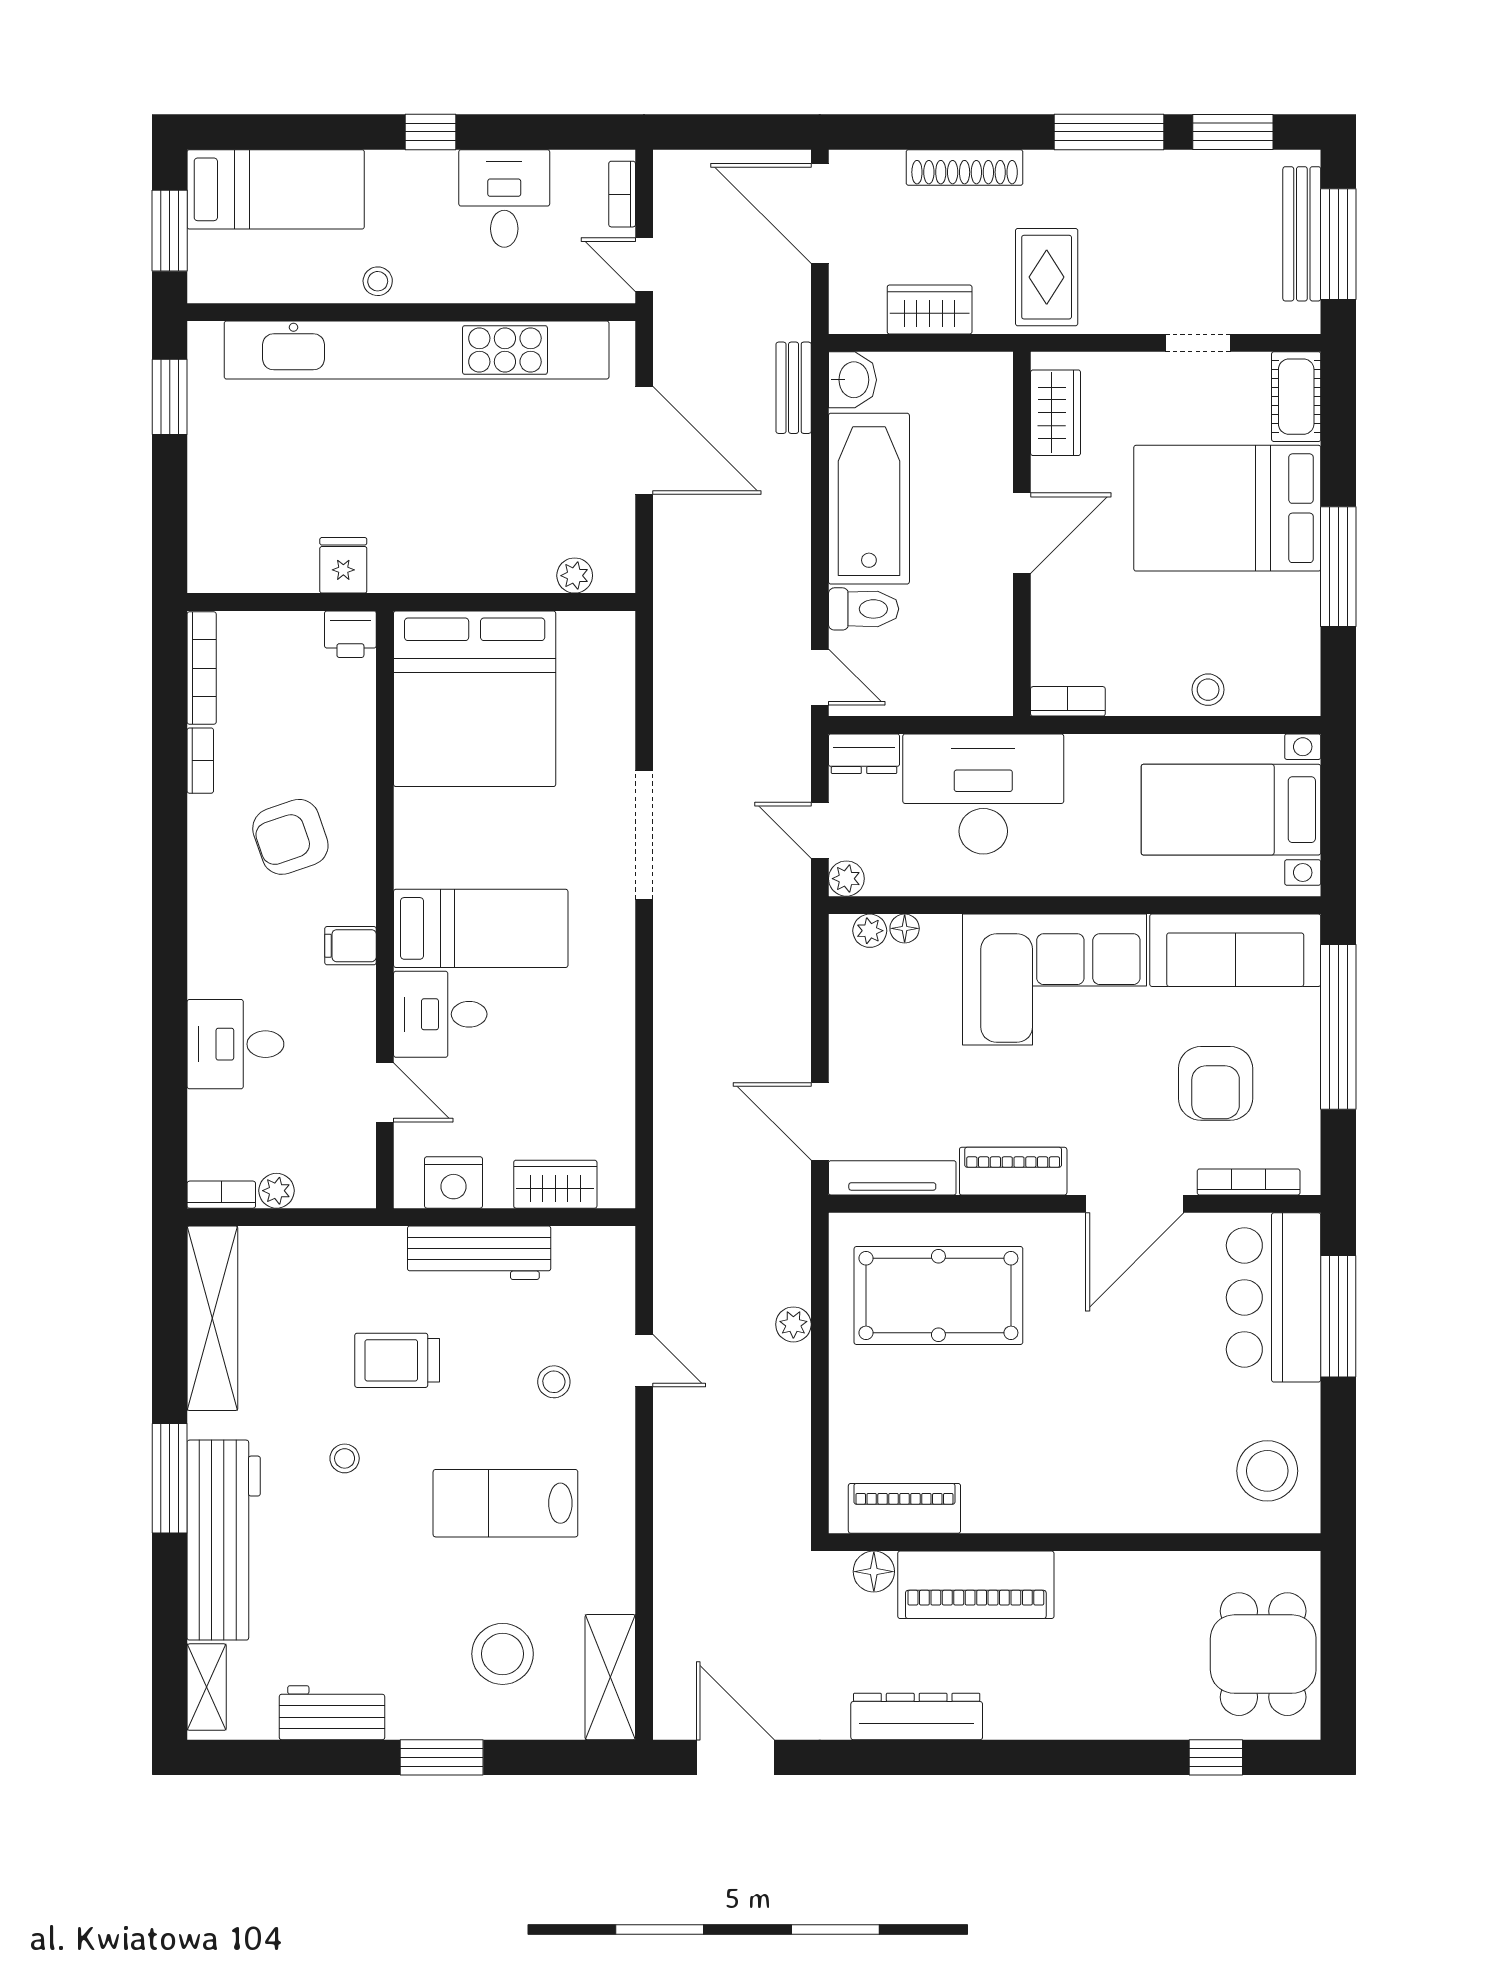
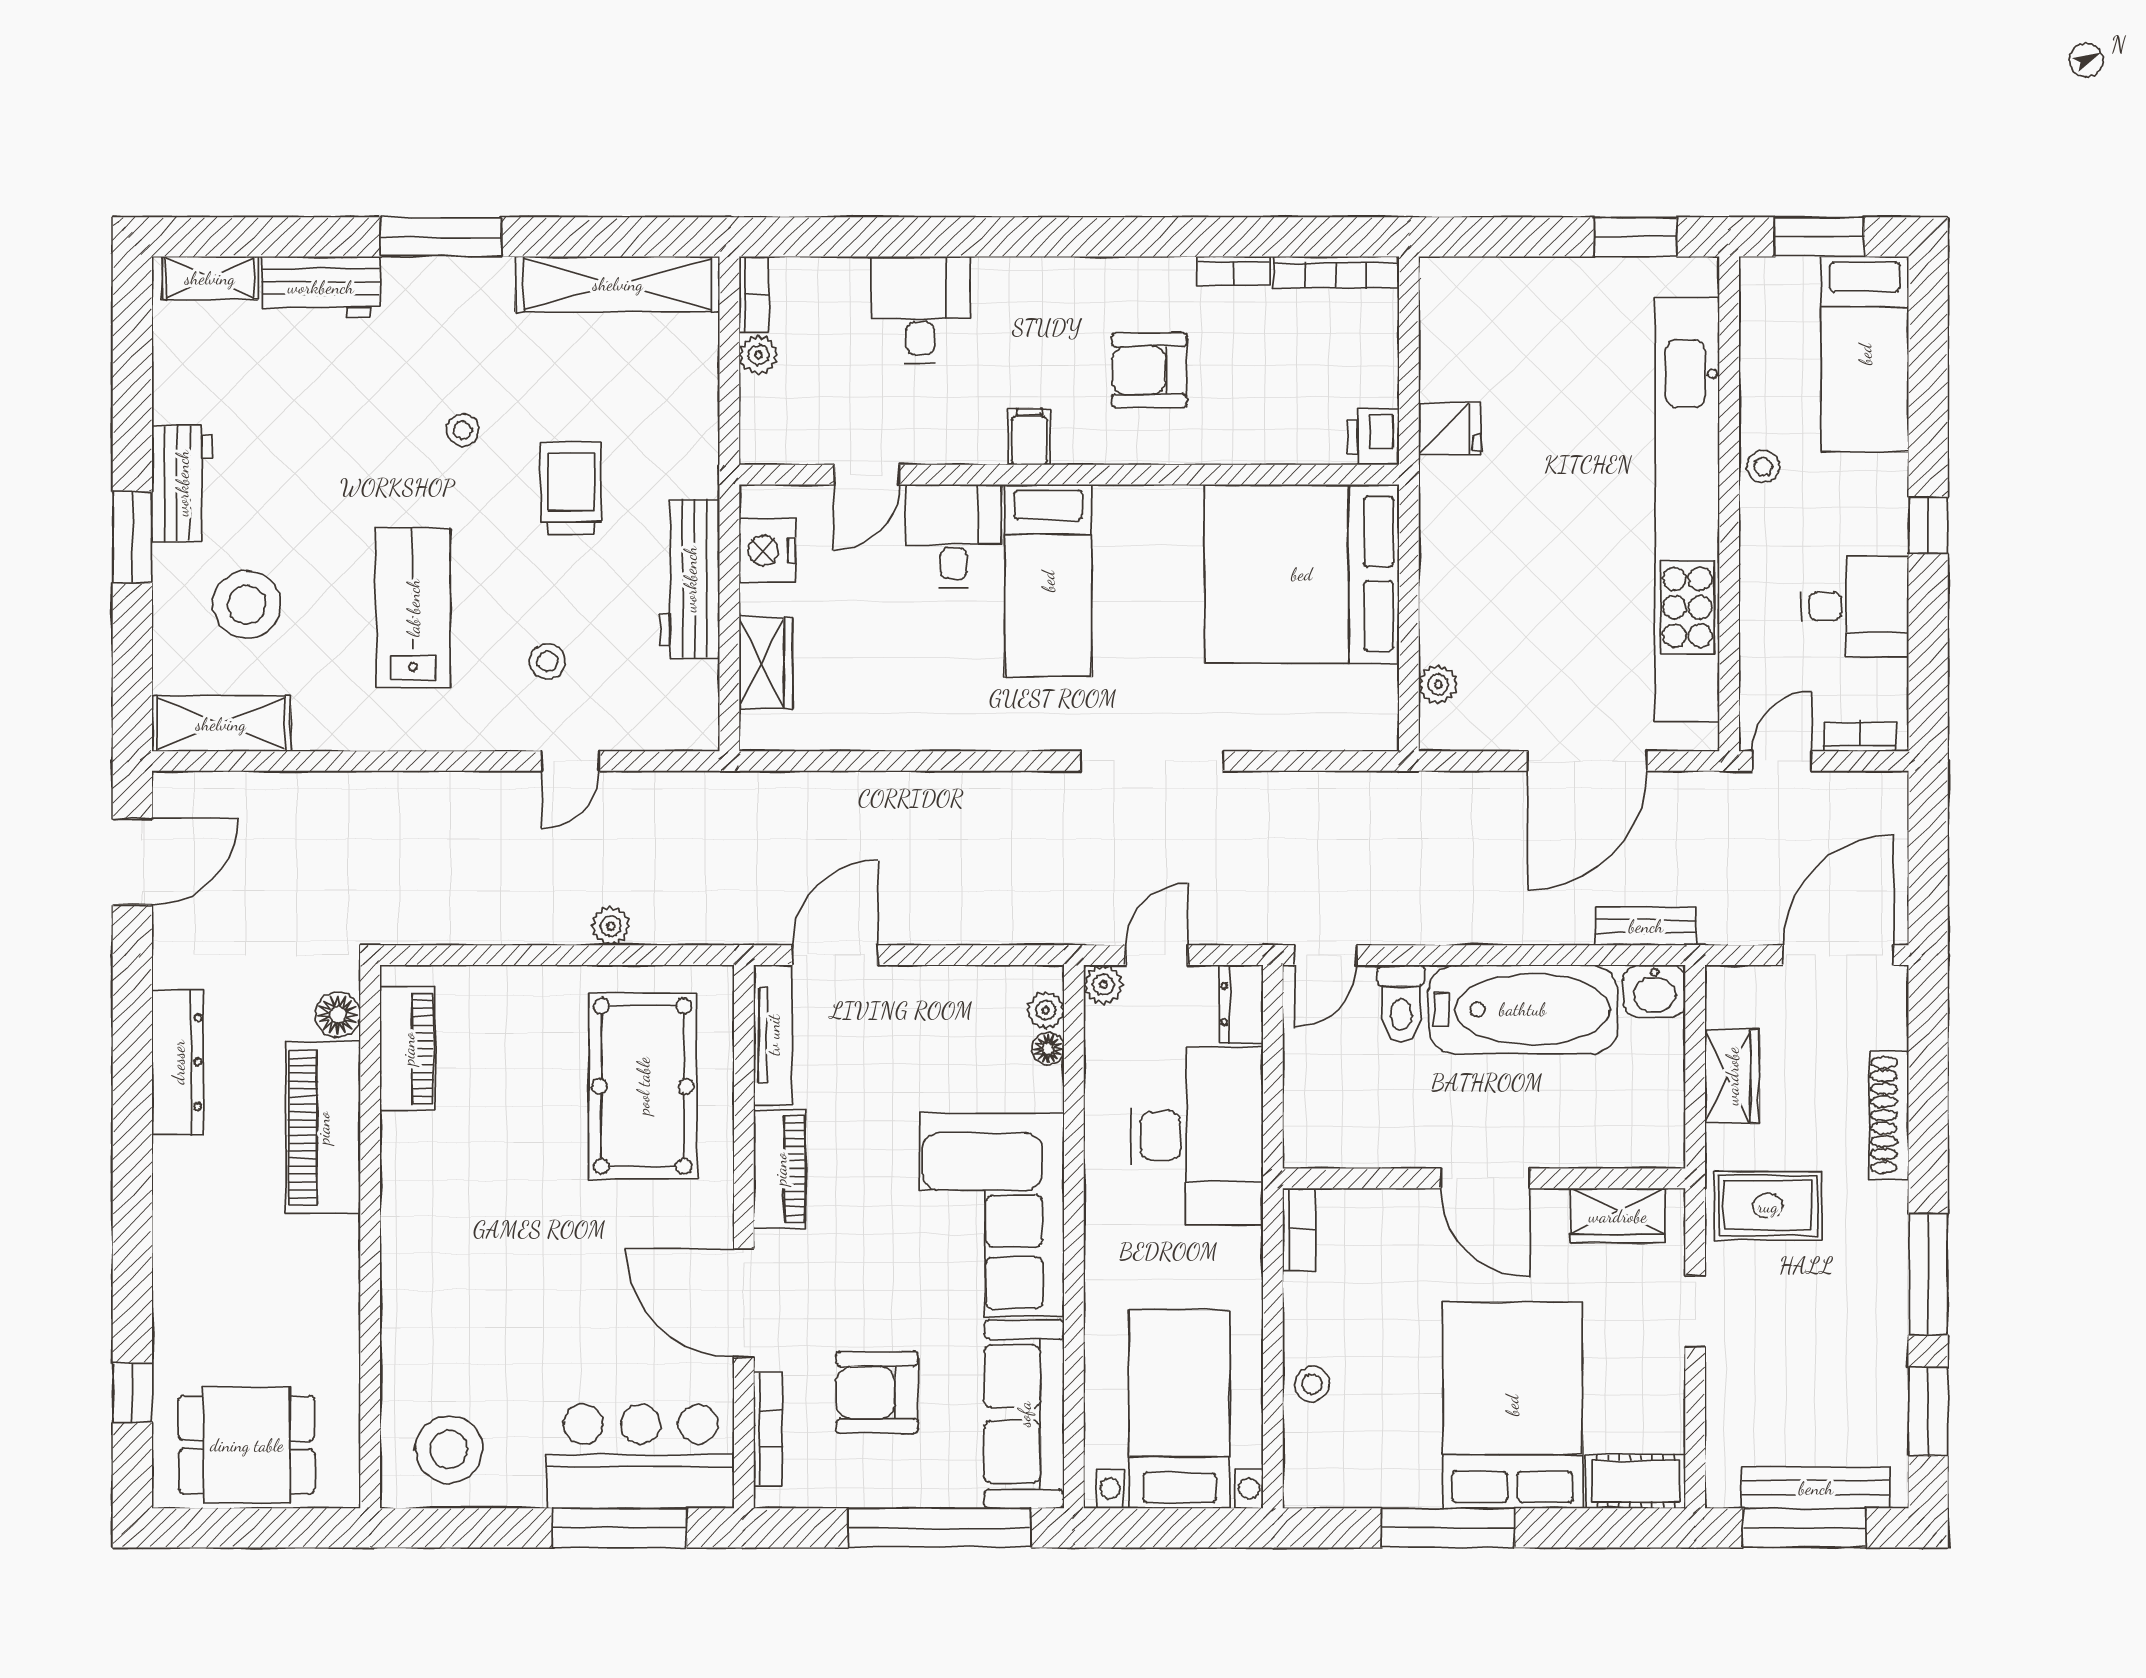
doorway: (1198, 343) -> (1695, 1311), moved
armchair: (290, 837) -> (1149, 370), turned -71
workbench: (224, 1540) -> (321, 287), width x0.53, depth x0.76
workbench: (332, 1713) -> (182, 483), moved

